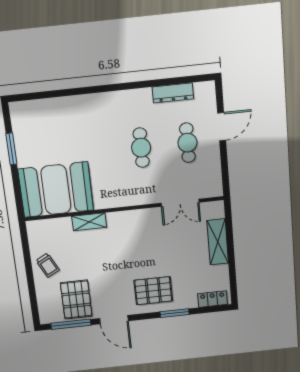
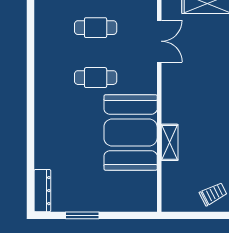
dresser: (173, 93) -> (42, 191), moved
booth: (56, 190) -> (131, 132), moved

